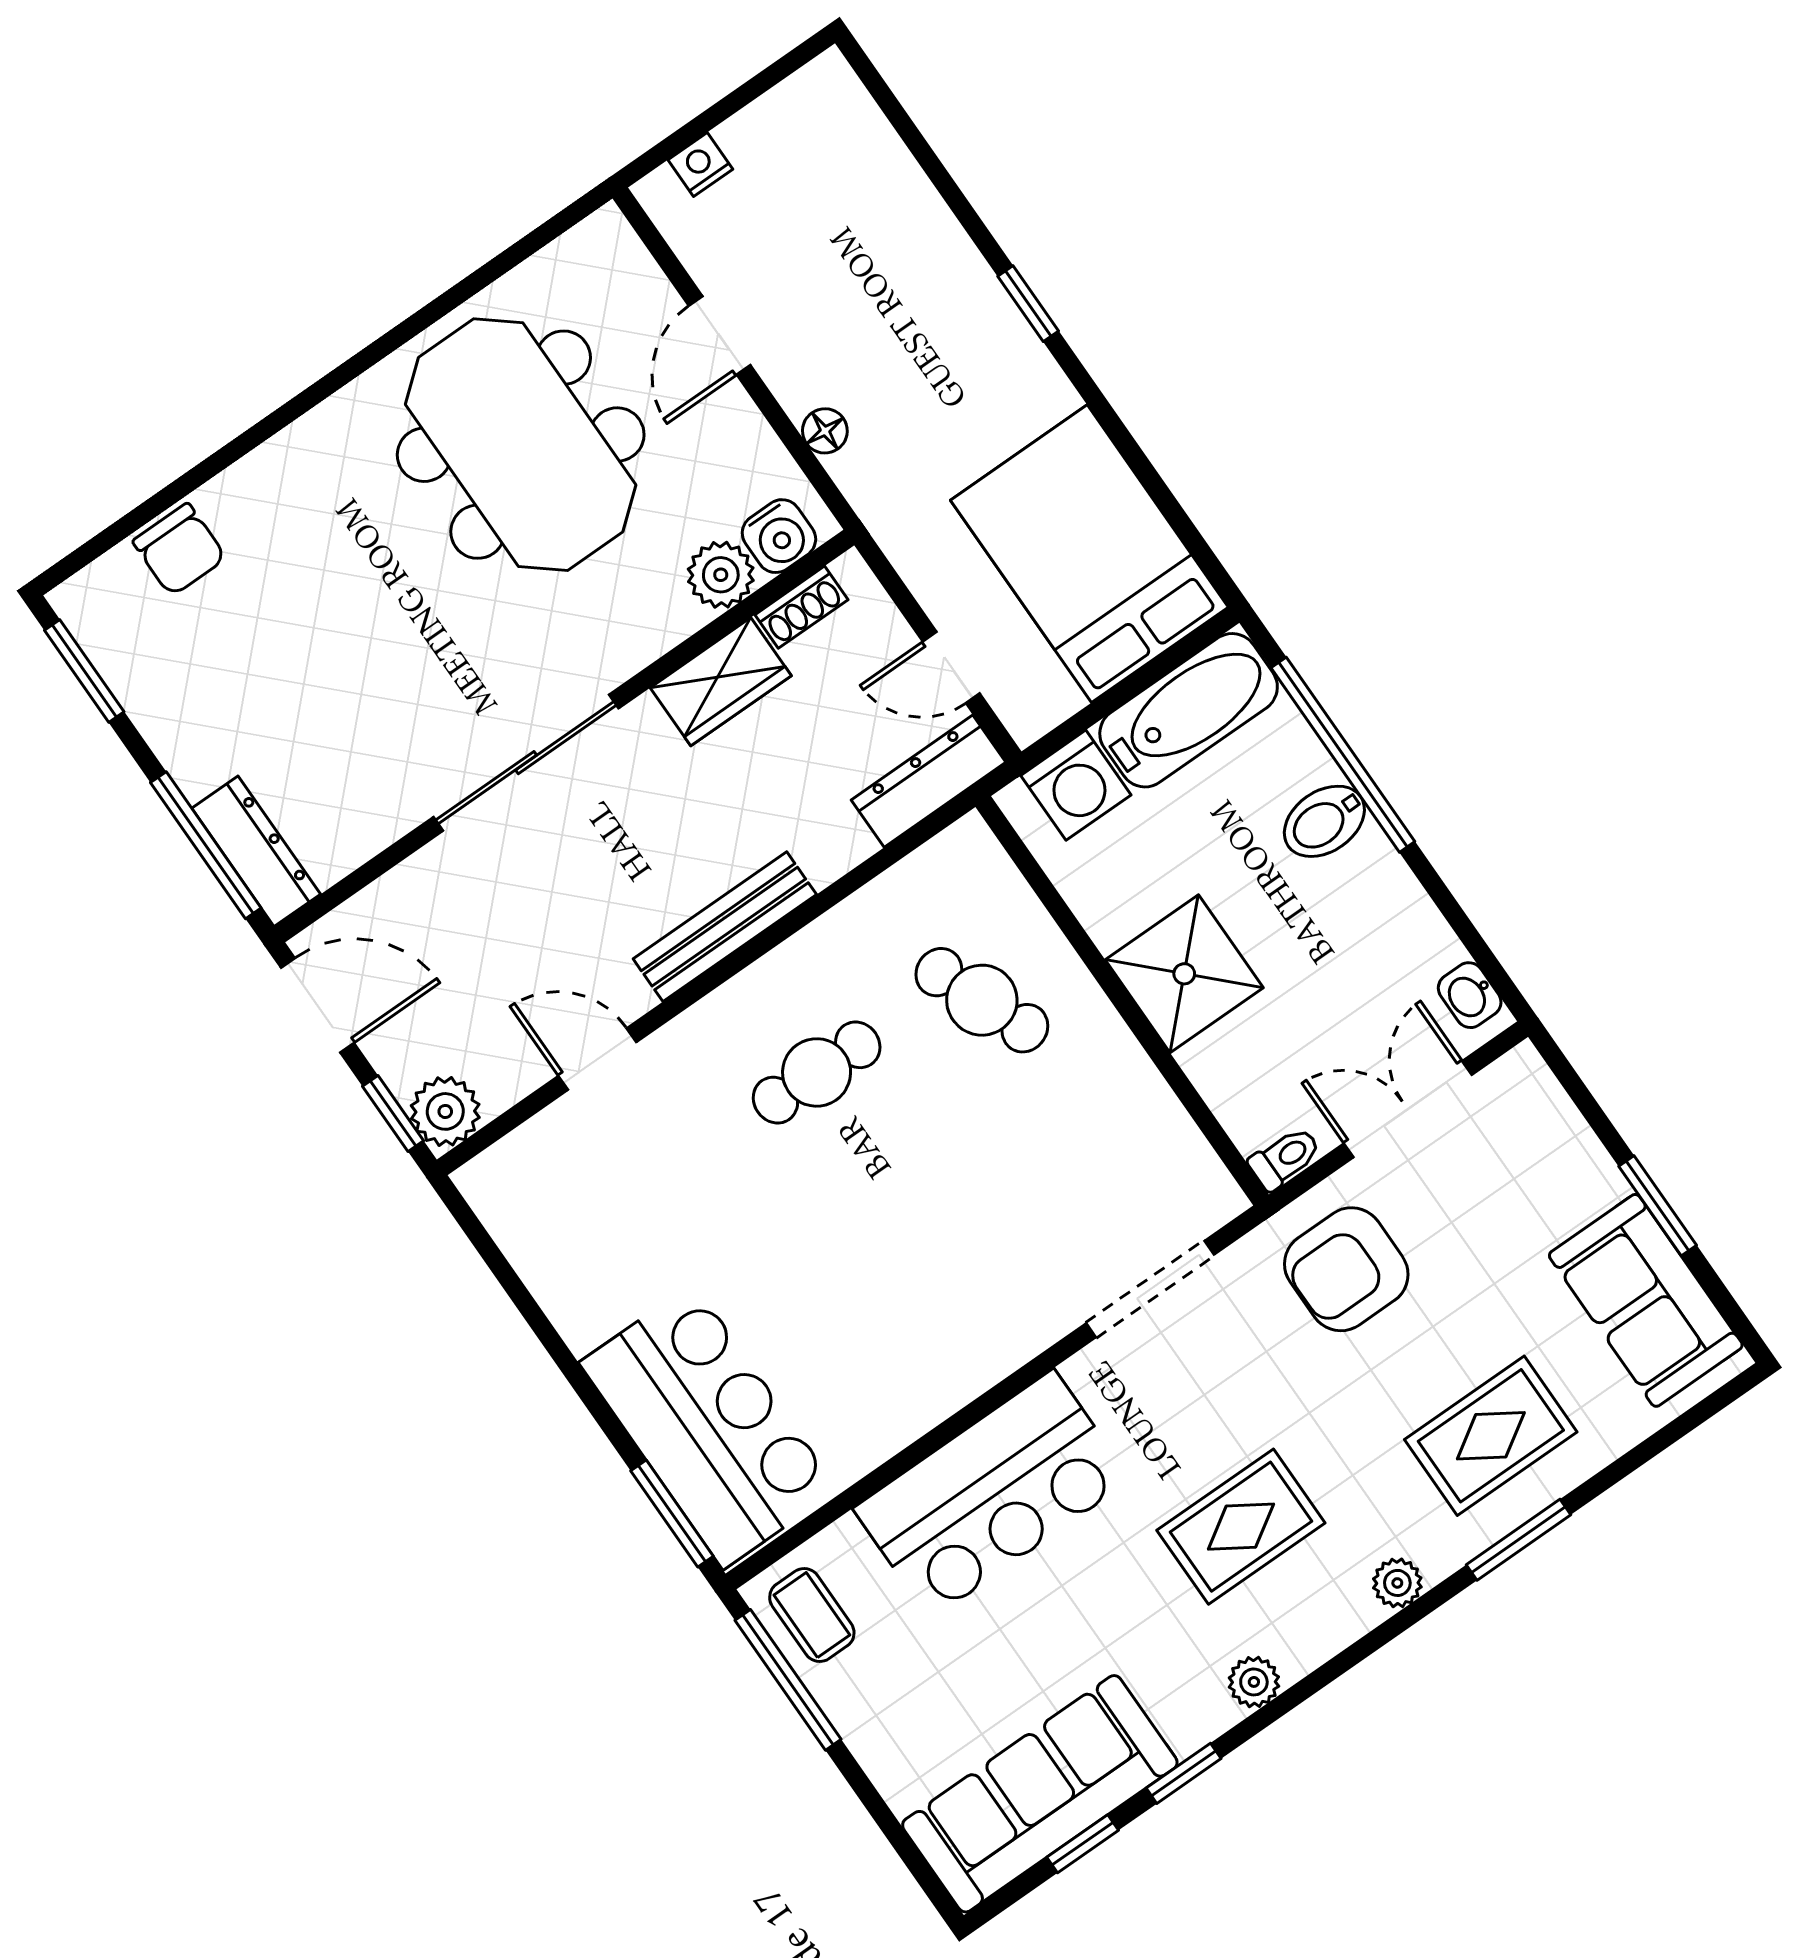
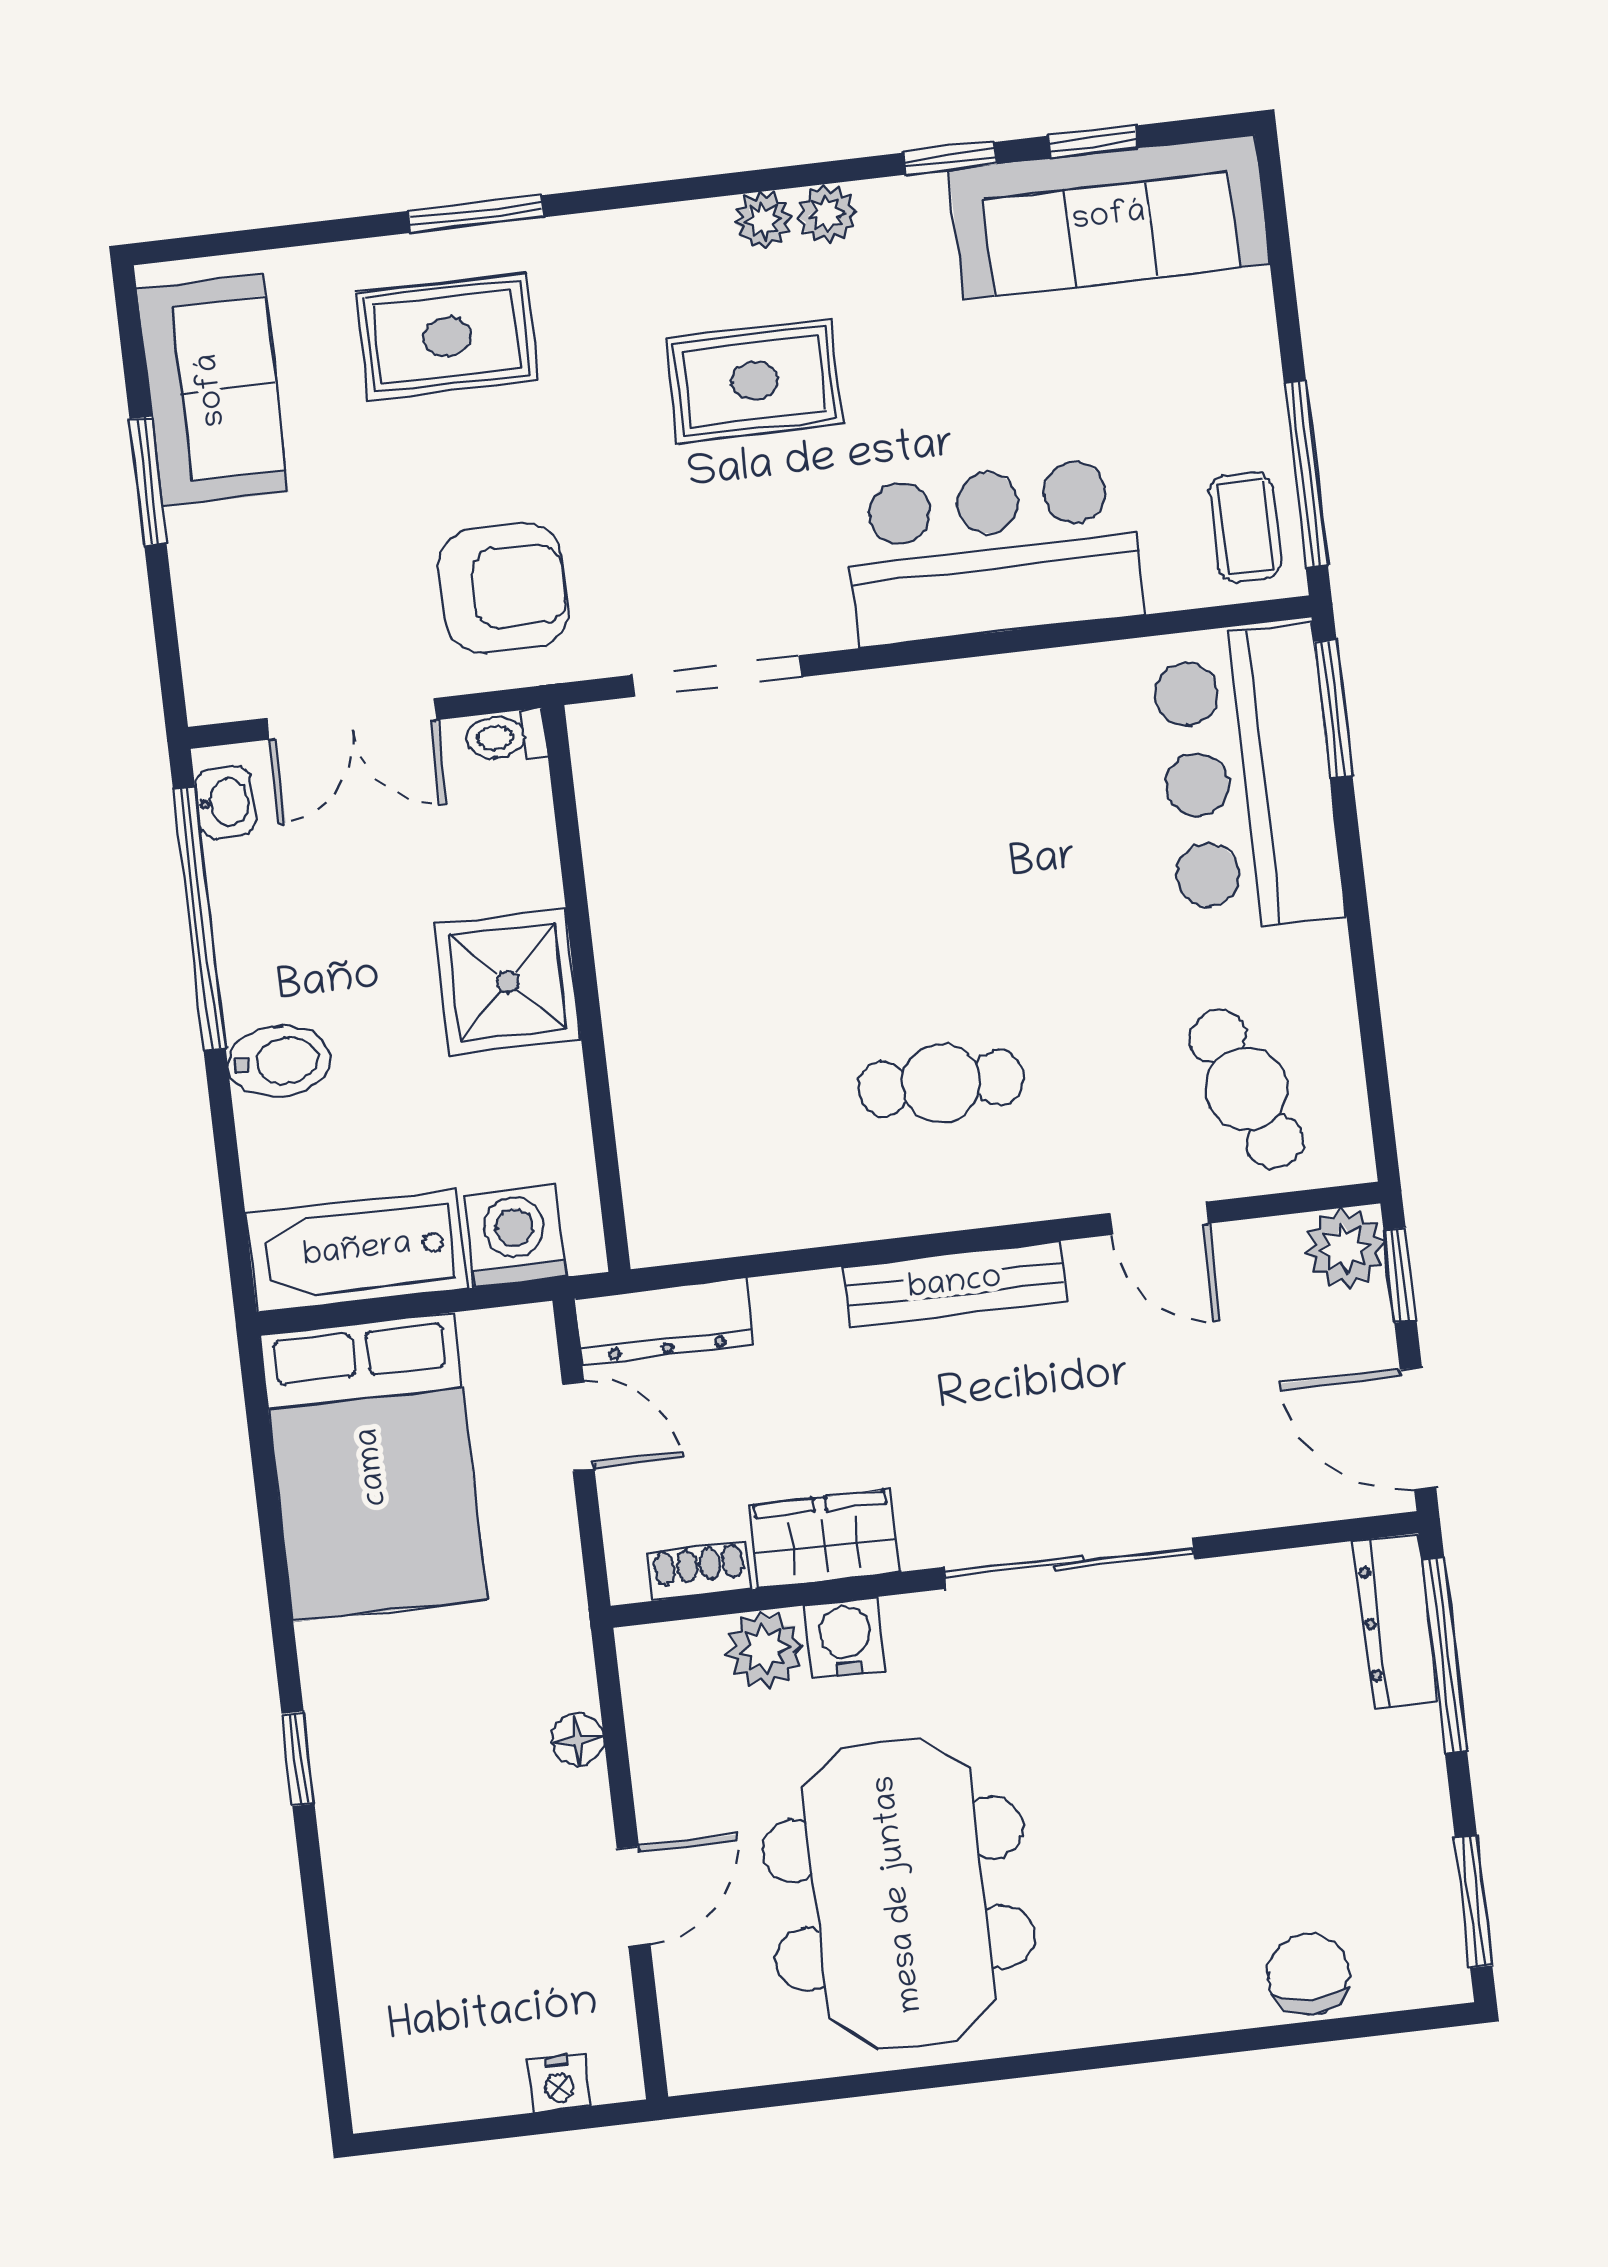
water cooler: (779, 536) -> (845, 1638), moved
window: (1343, 755) -> (199, 919), moved
cafe table: (982, 1000) -> (1246, 1089), moved
plant: (1397, 1583) -> (763, 220), moved

